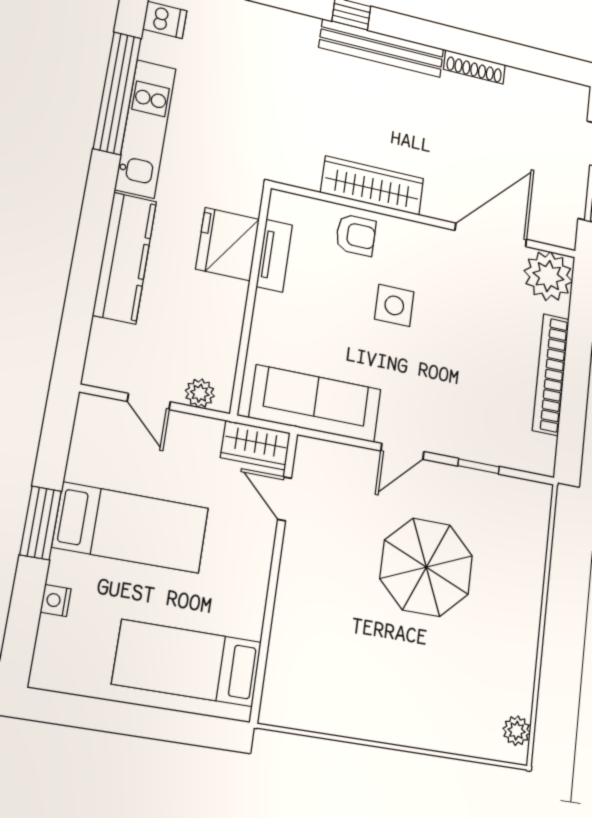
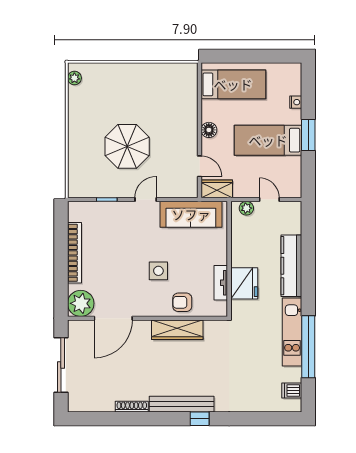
floor lamp: (254, 572) -> (209, 130), added

